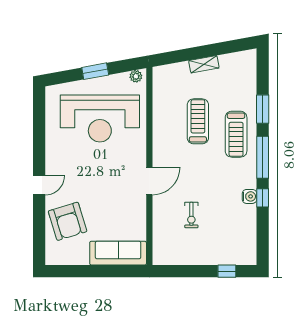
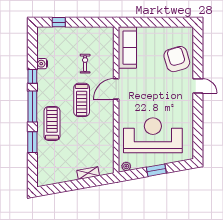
shelving: (204, 64) -> (88, 173), moved
treadmill: (198, 121) -> (82, 100), moved
door: (39, 185) -> (198, 86), swing flipped
water cooler: (249, 196) -> (42, 64), moved
sofa: (118, 253) -> (127, 48), moved, turned -90

